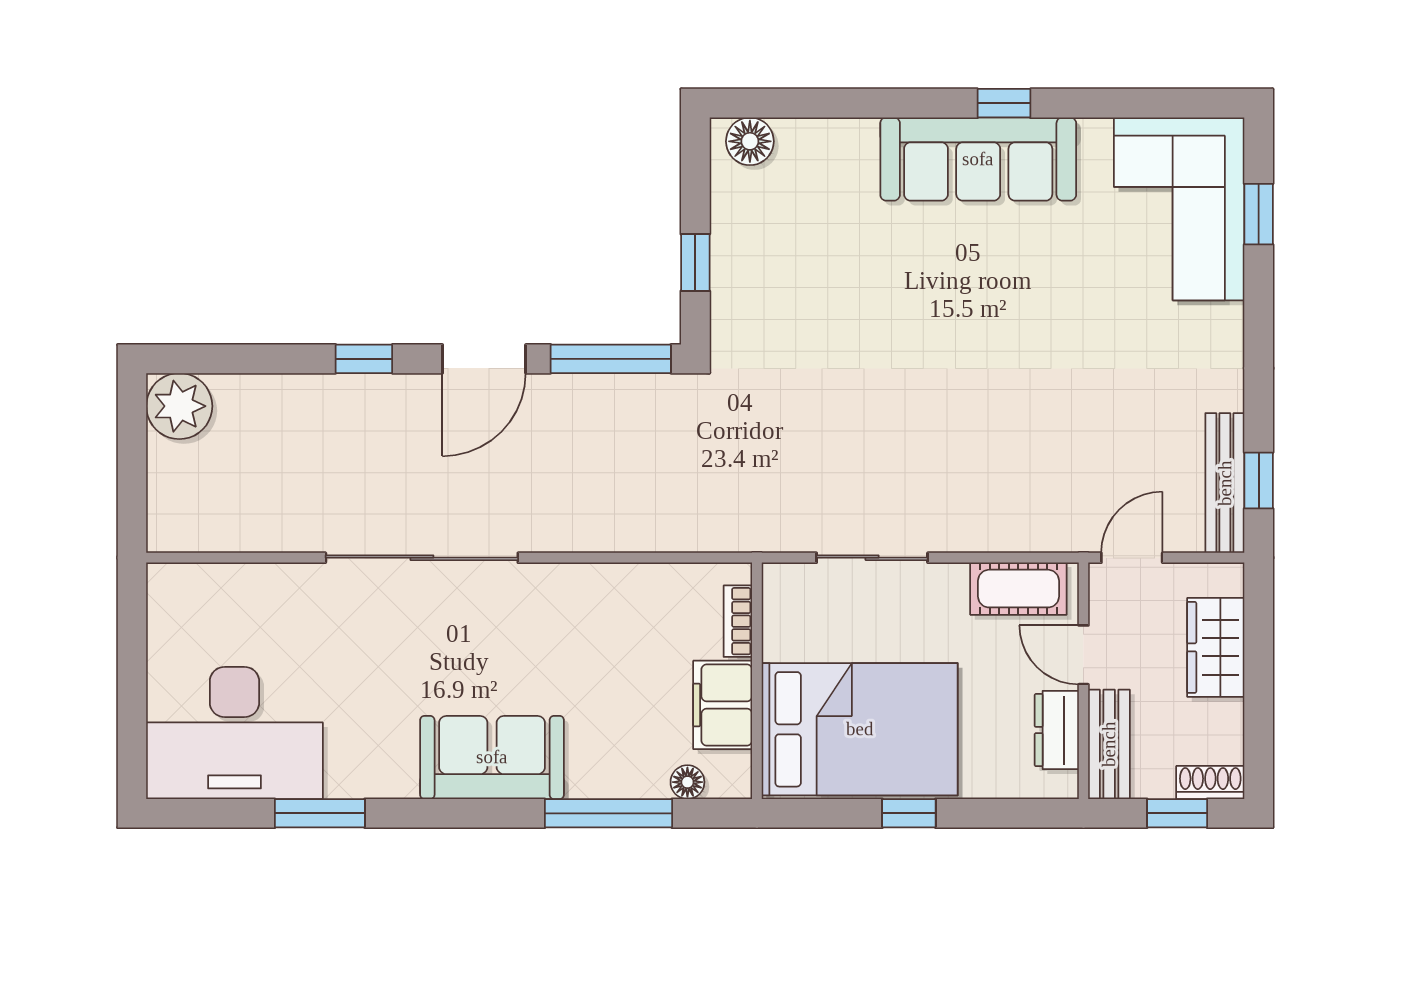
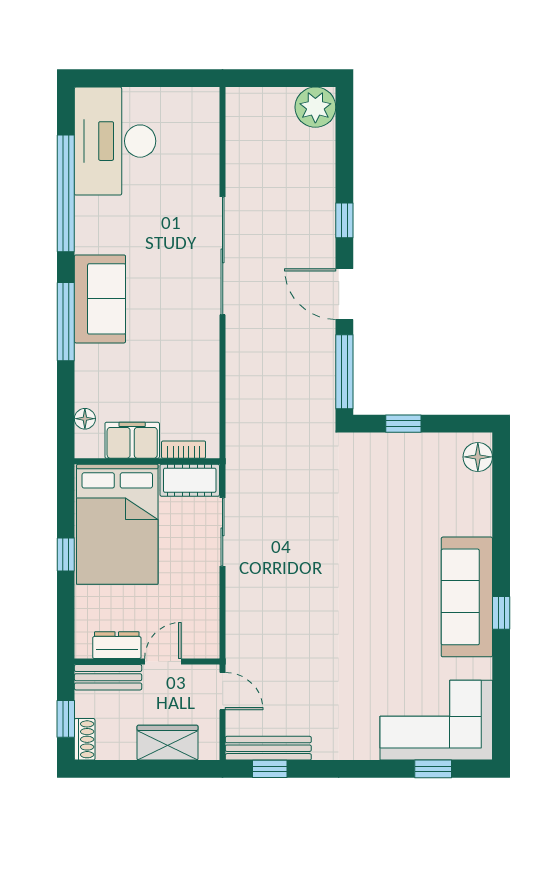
cot: (1018, 589) -> (190, 480), moved, turned 90
window: (320, 813) -> (66, 193), width x2.11
window: (608, 813) -> (66, 322), moved

